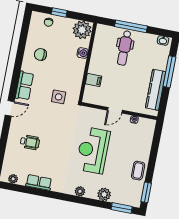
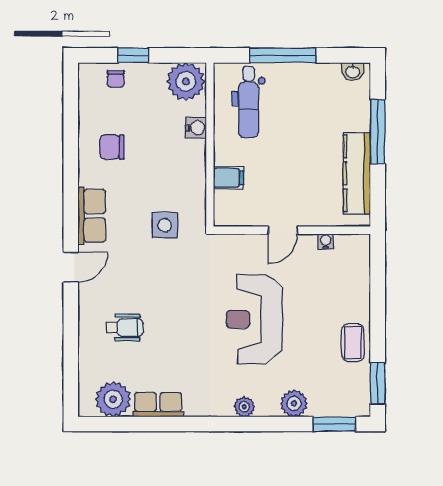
dental chair: (124, 48) -> (249, 102), moved
plant: (13, 179) -> (113, 399), width x1.88, depth x1.88

